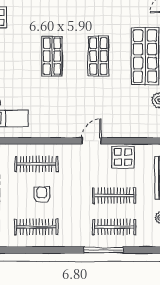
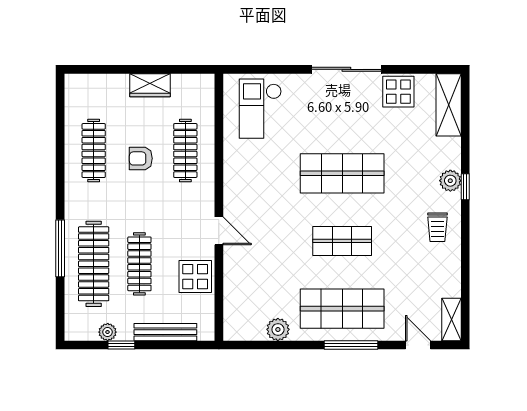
shop shelf: (52, 56) -> (342, 173), width x1.43, depth x1.36
armchair: (42, 195) -> (141, 158), turned 180
clothes rail: (114, 227) -> (94, 264), width x1.37, depth x1.31

